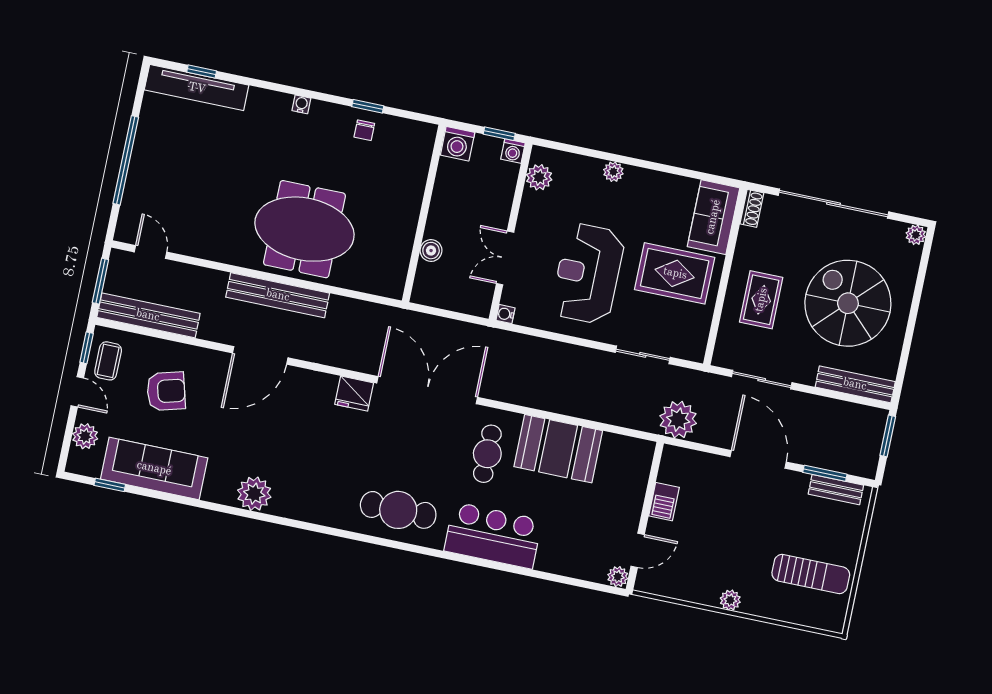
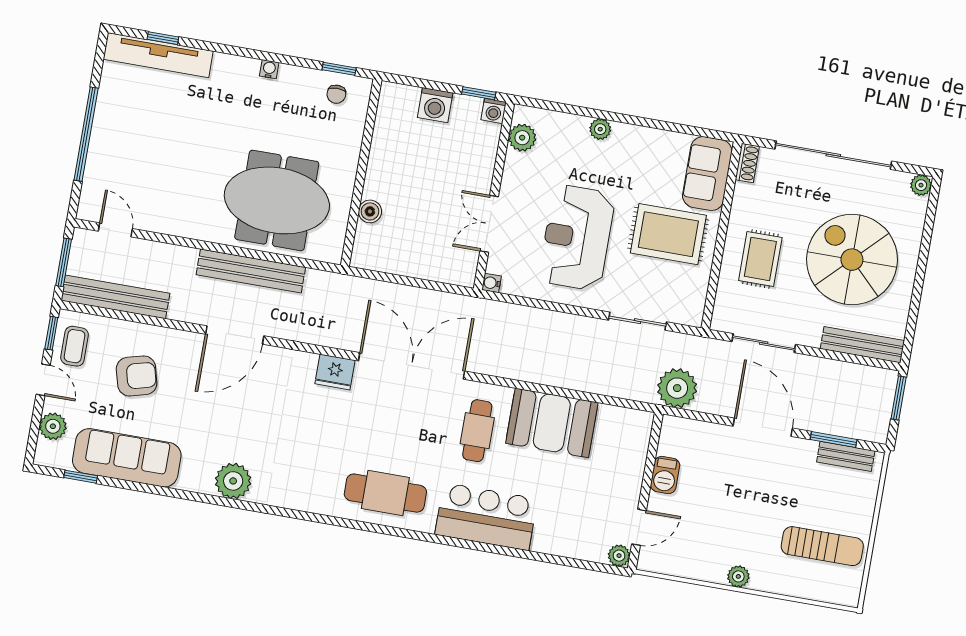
wall: (424, 214) -> (361, 173), moved
boiler: (431, 251) -> (370, 211), moved

